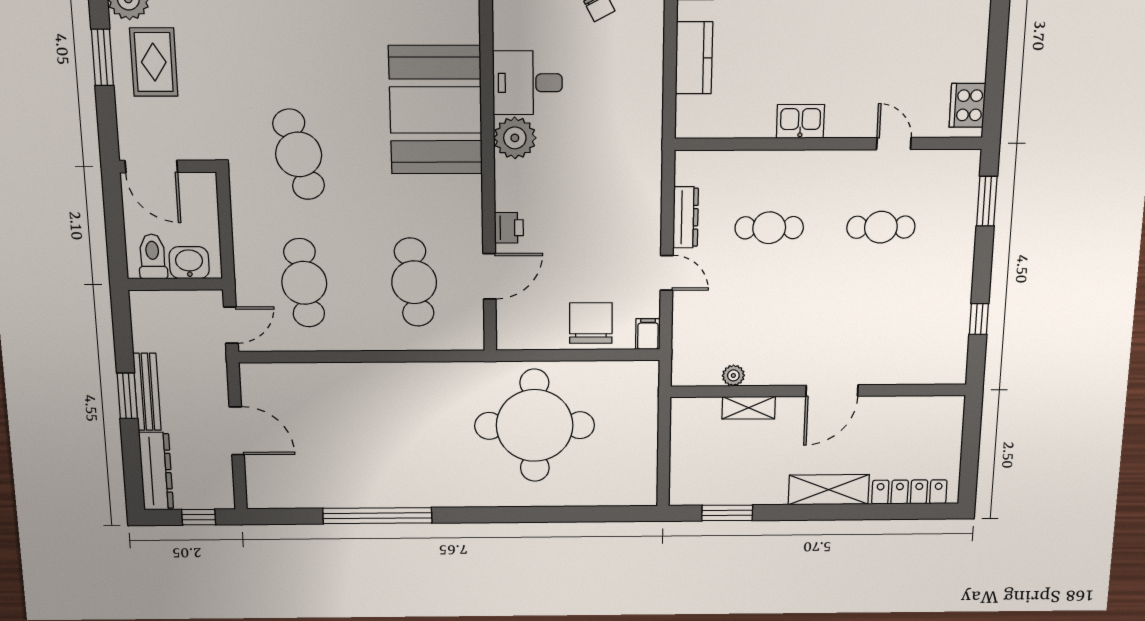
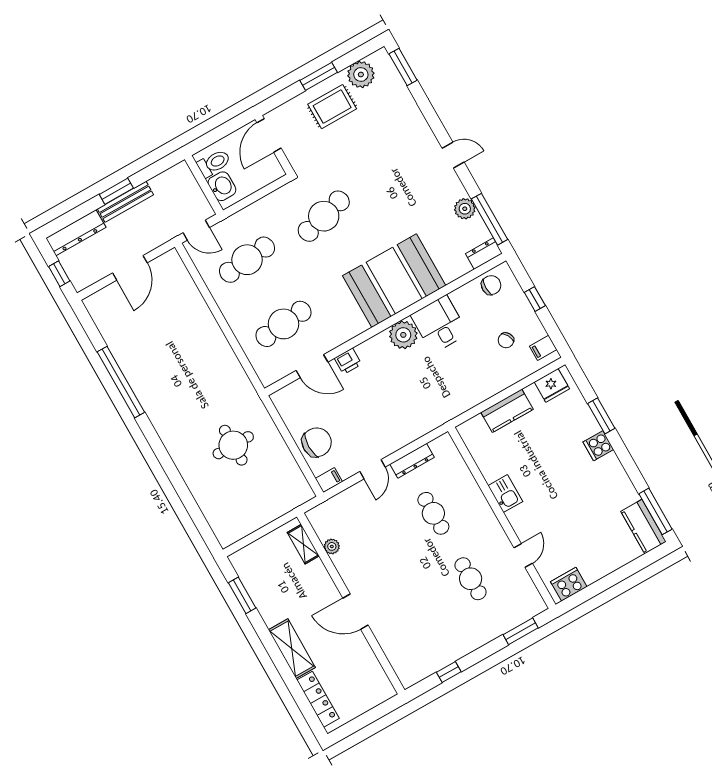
shelving: (749, 408) -> (303, 544), moved
round table: (535, 426) -> (233, 445), width x0.54, depth x0.54

